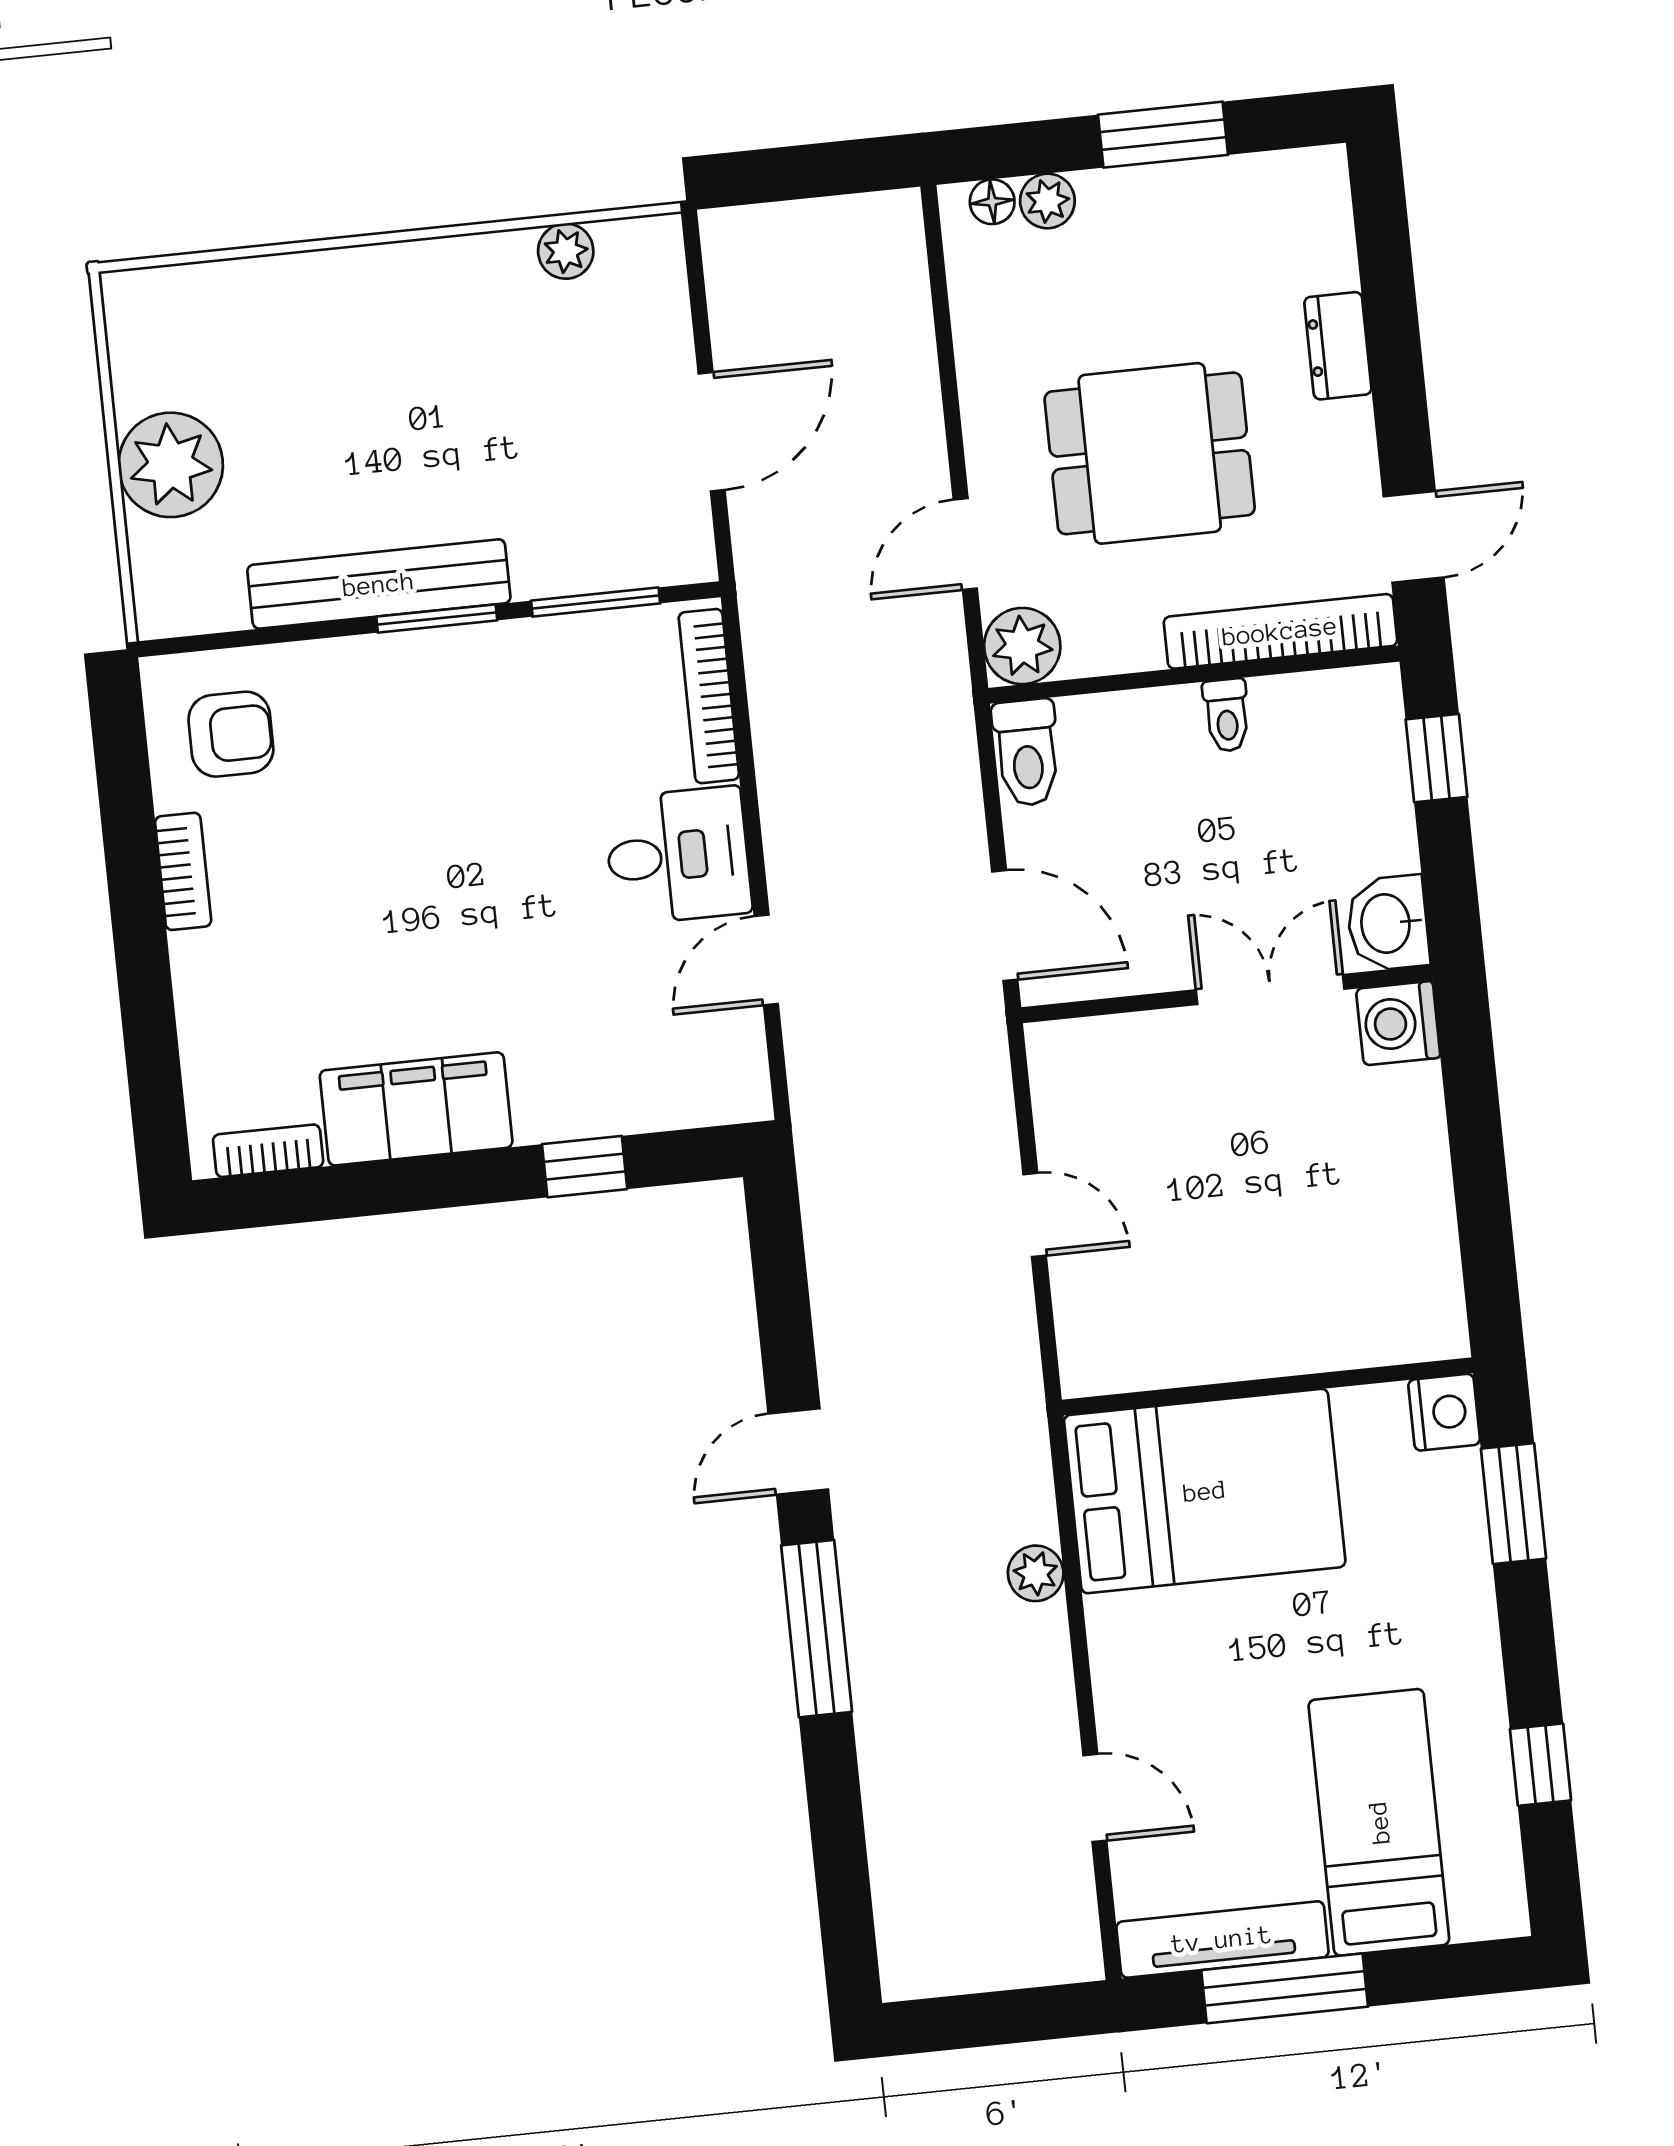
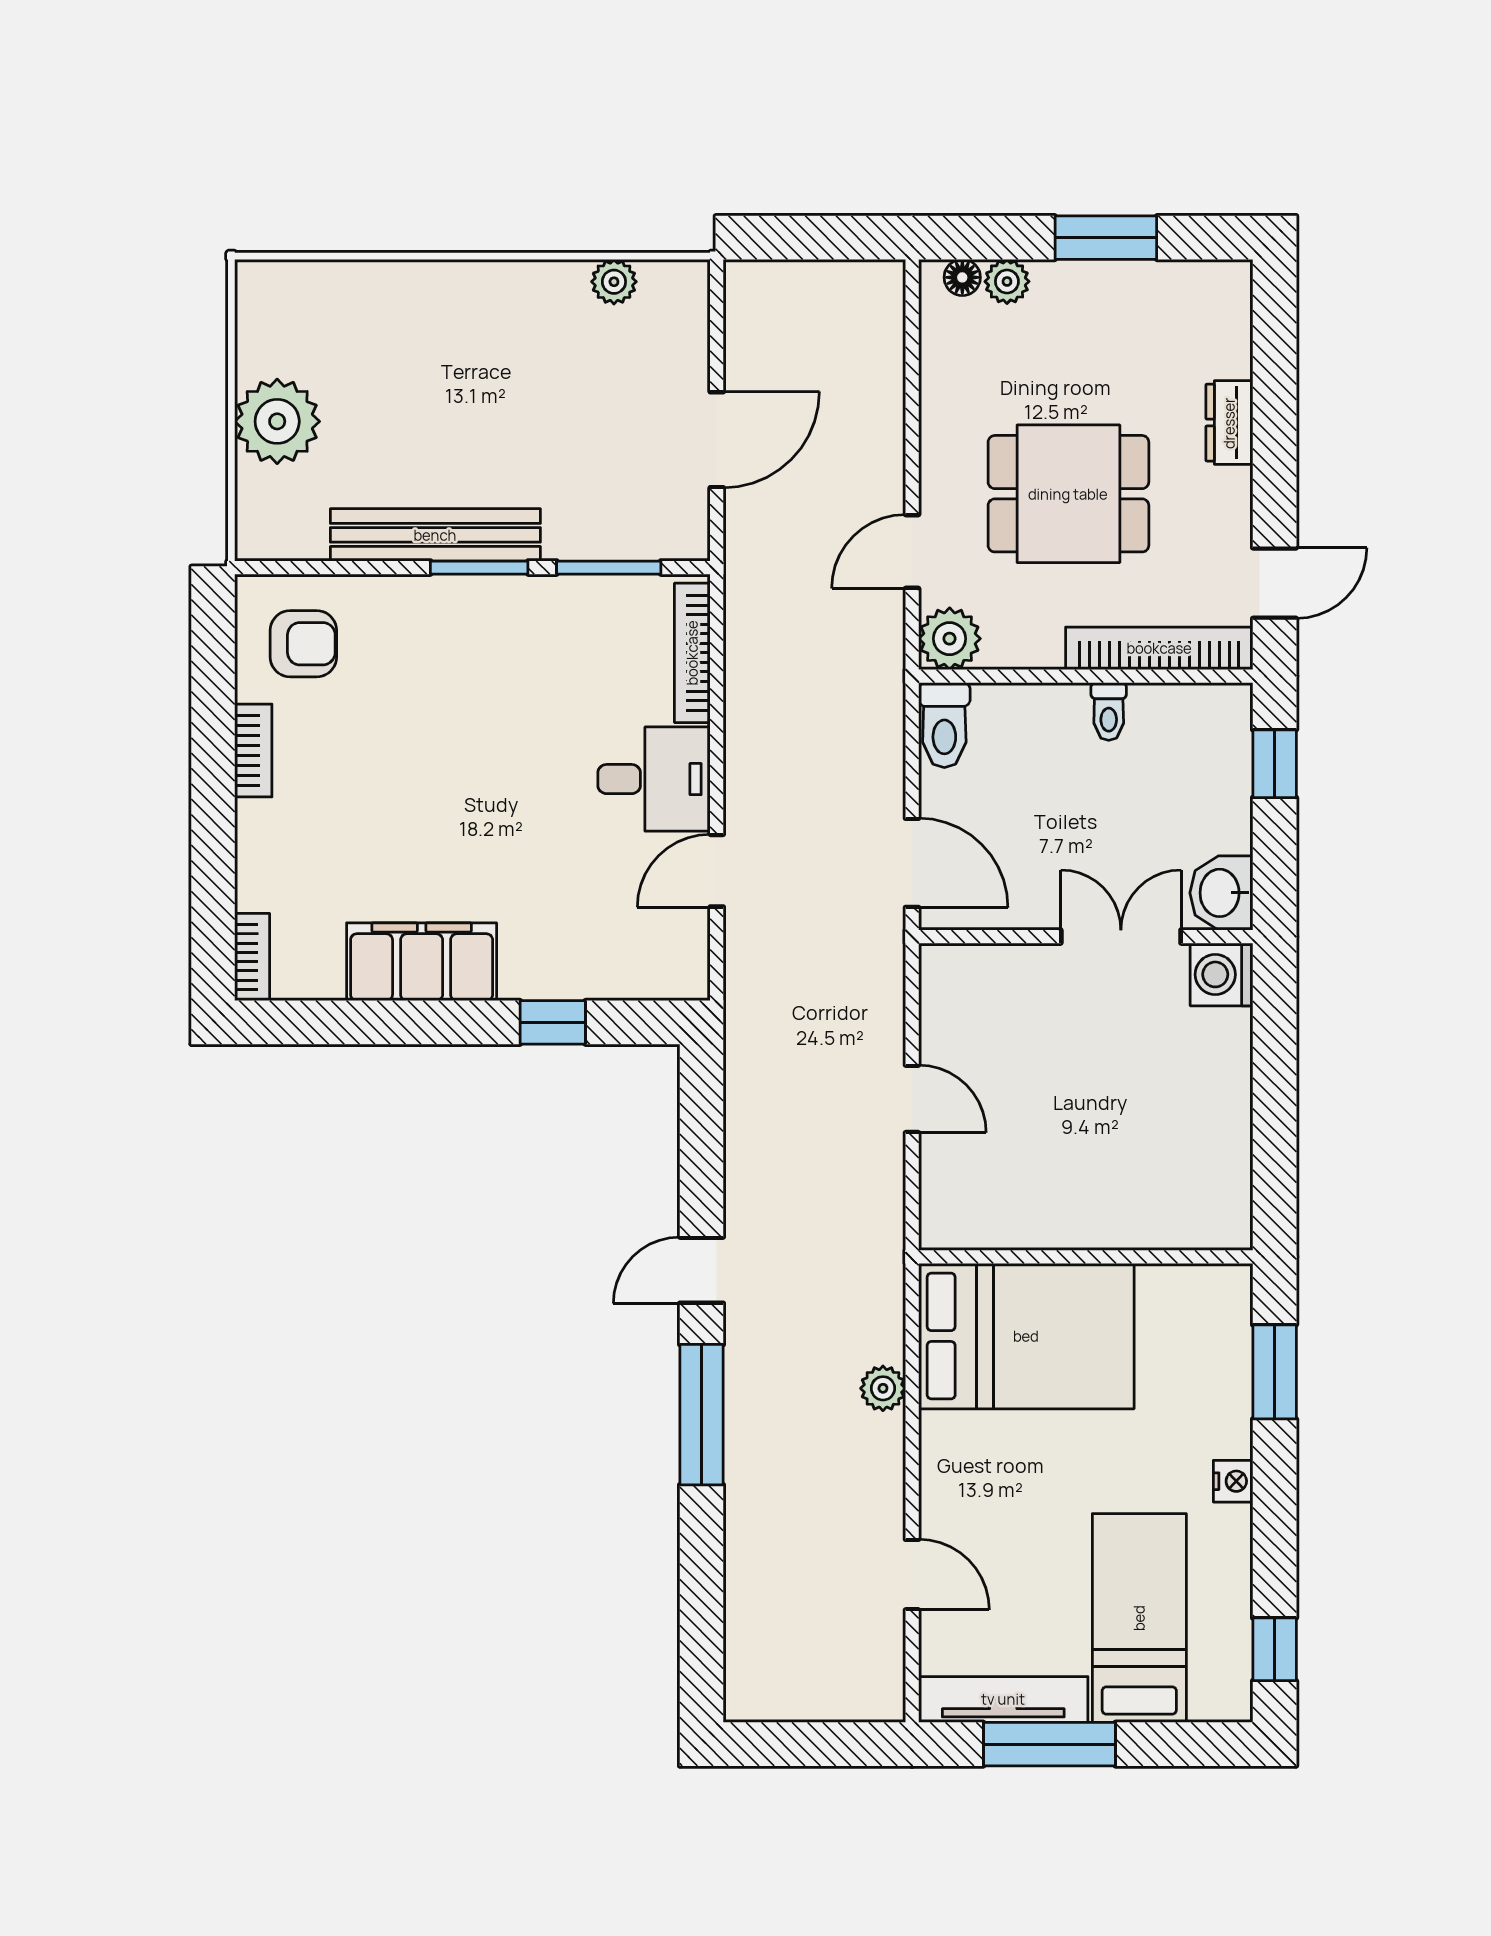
bookcase: (268, 1151) -> (252, 957), moved, turned 90
nightstand: (1444, 1412) -> (1233, 1481), moved, width x0.72, depth x0.74
window: (1541, 1765) -> (1275, 1649), moved

